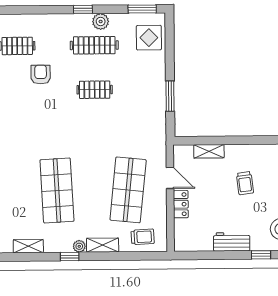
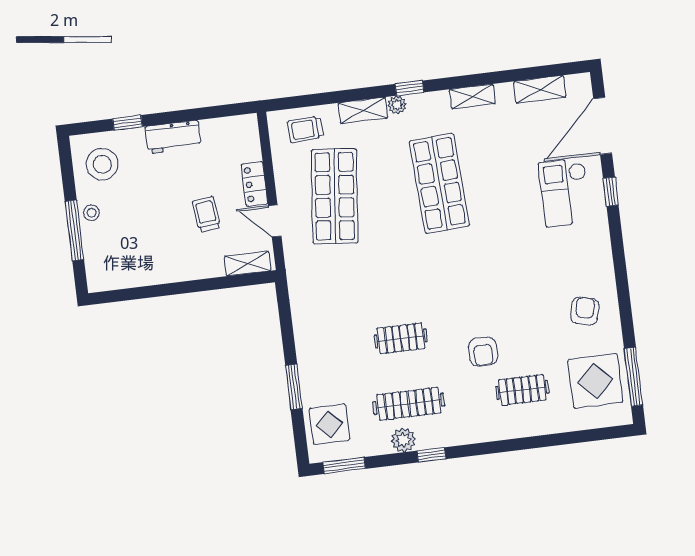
window: (170, 96) -> (294, 387), moved
shelving: (209, 151) -> (248, 263), moved
trolley: (245, 183) -> (206, 214), moved

